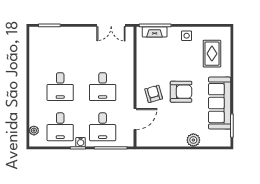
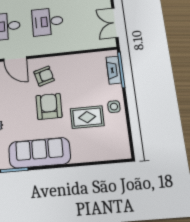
rug: (212, 54) -> (87, 117), moved
armchair: (181, 92) -> (49, 106), turned 180

